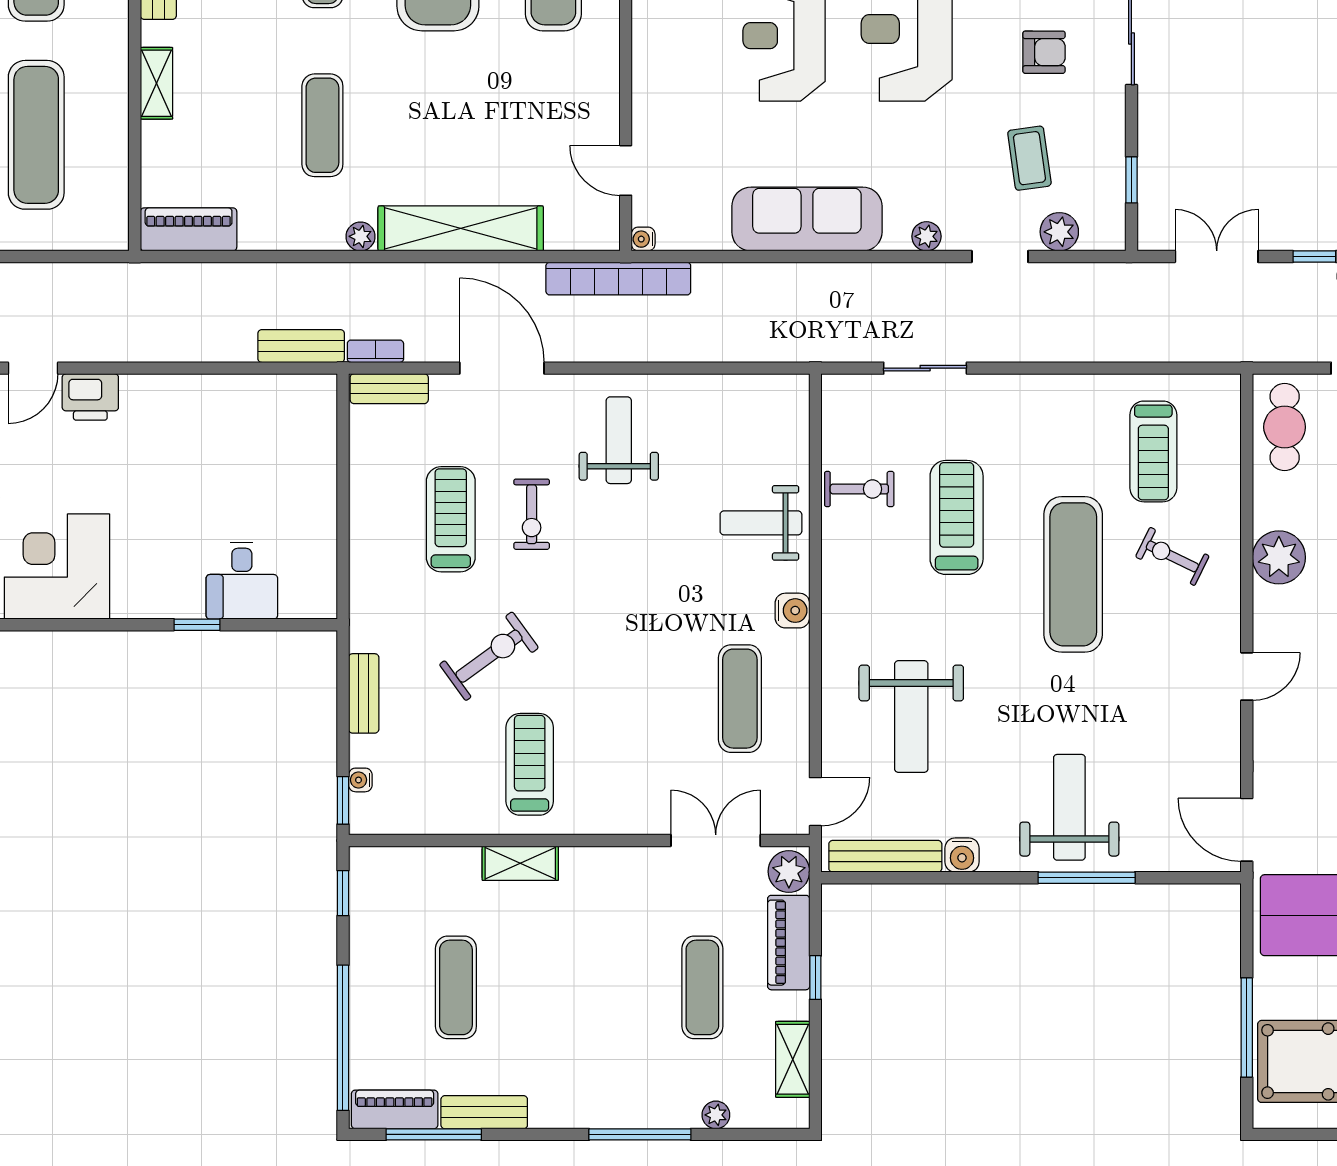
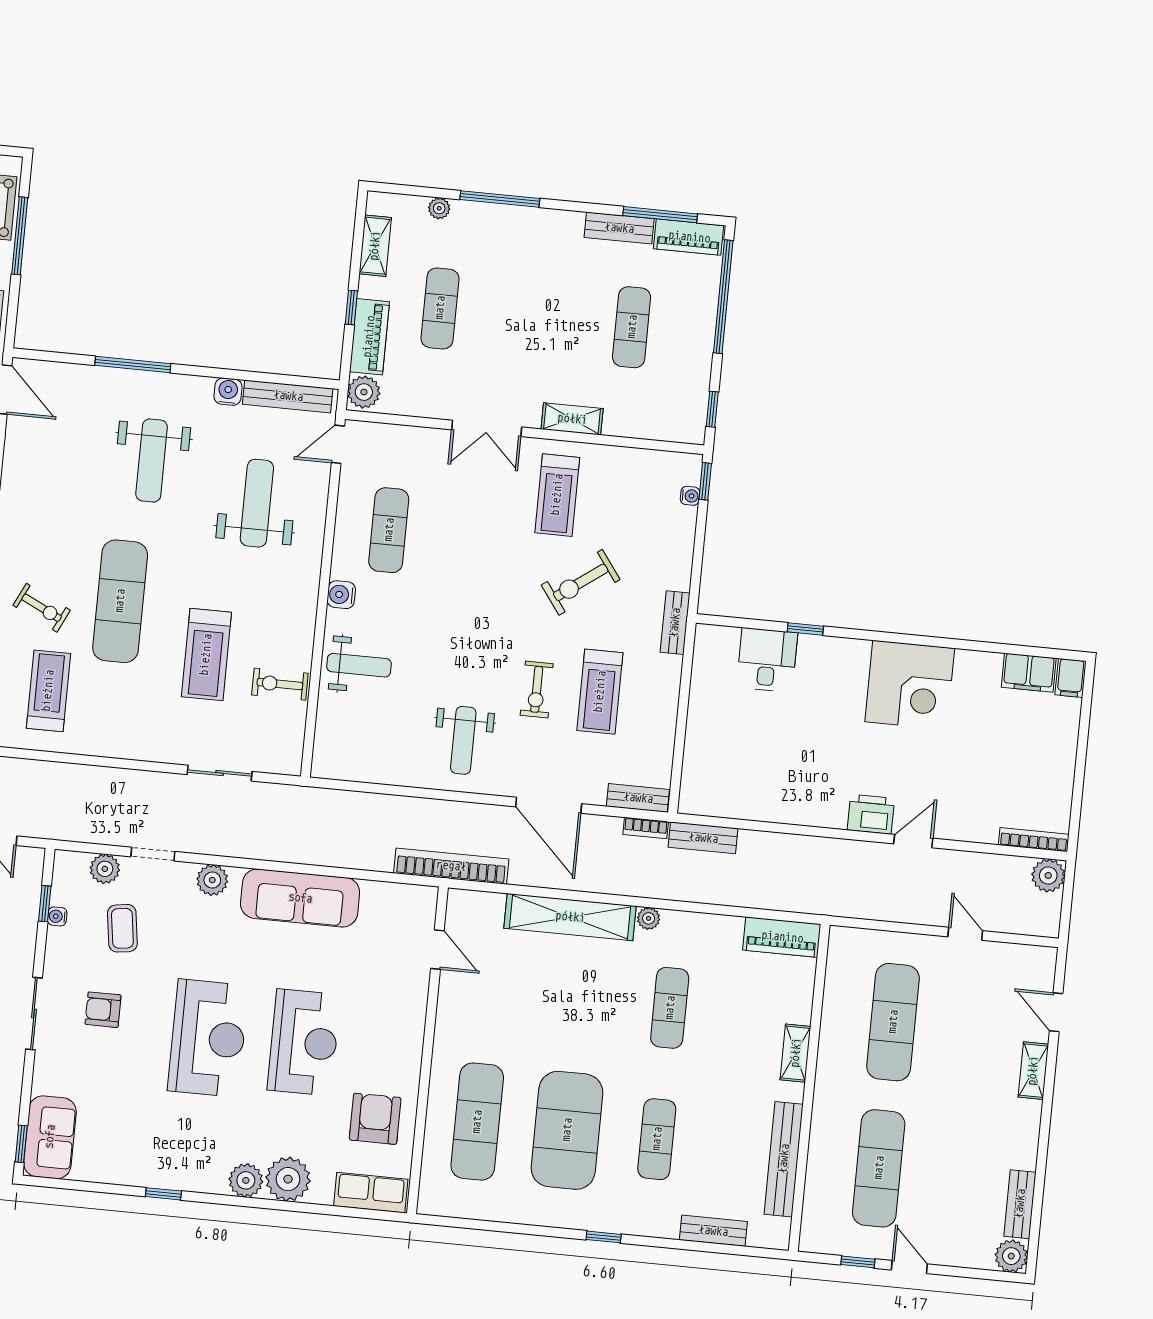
plant: (926, 236) -> (212, 880), width x1.38, depth x1.38
water cooler: (643, 239) -> (57, 916), moved, turned 180
exercise bike: (532, 514) -> (537, 689), turned 180
bench: (364, 693) -> (675, 623), moved
weight bench: (1069, 807) -> (152, 461), moved
double door: (716, 840) -> (487, 428), moved

